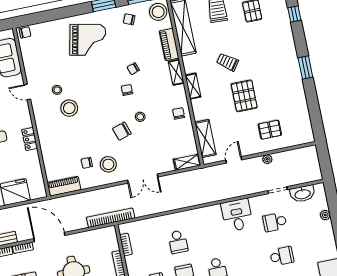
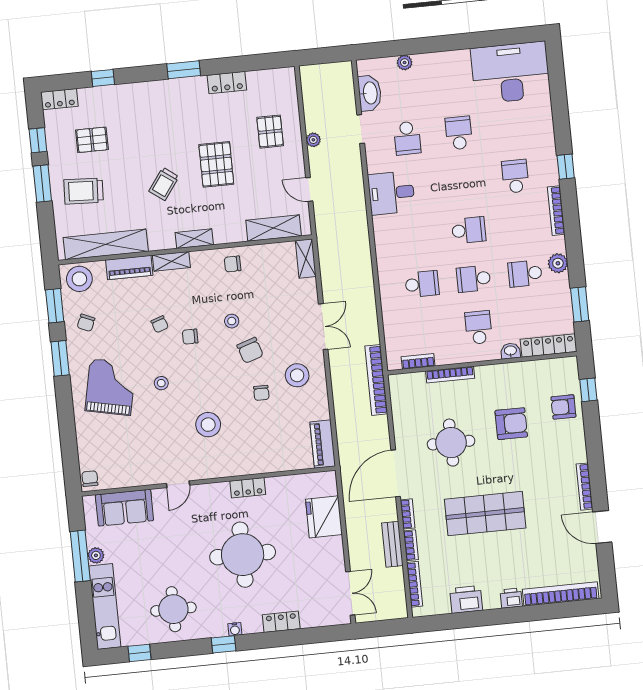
stool: (57, 90) -> (161, 383), moved
pallet: (244, 96) -> (216, 164), turned 90
locker: (300, 97) -> (227, 83), added
chair: (87, 163) -> (261, 393), moved

